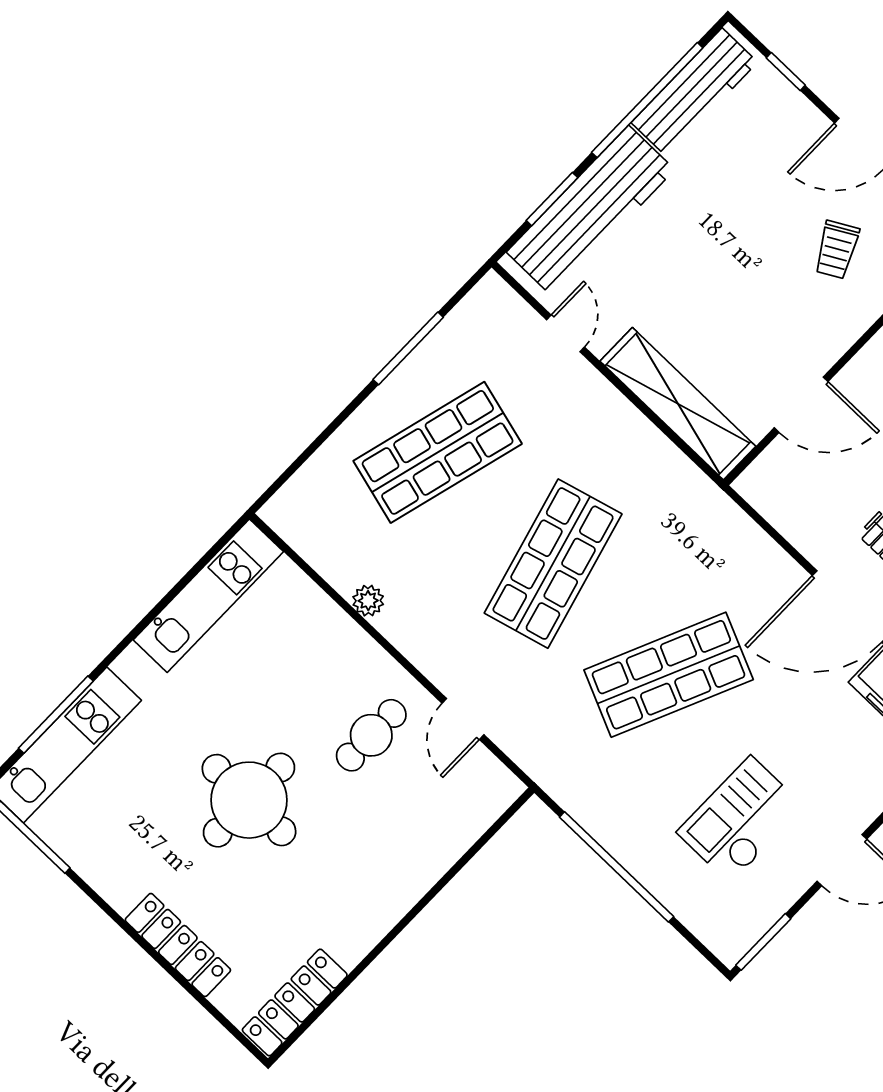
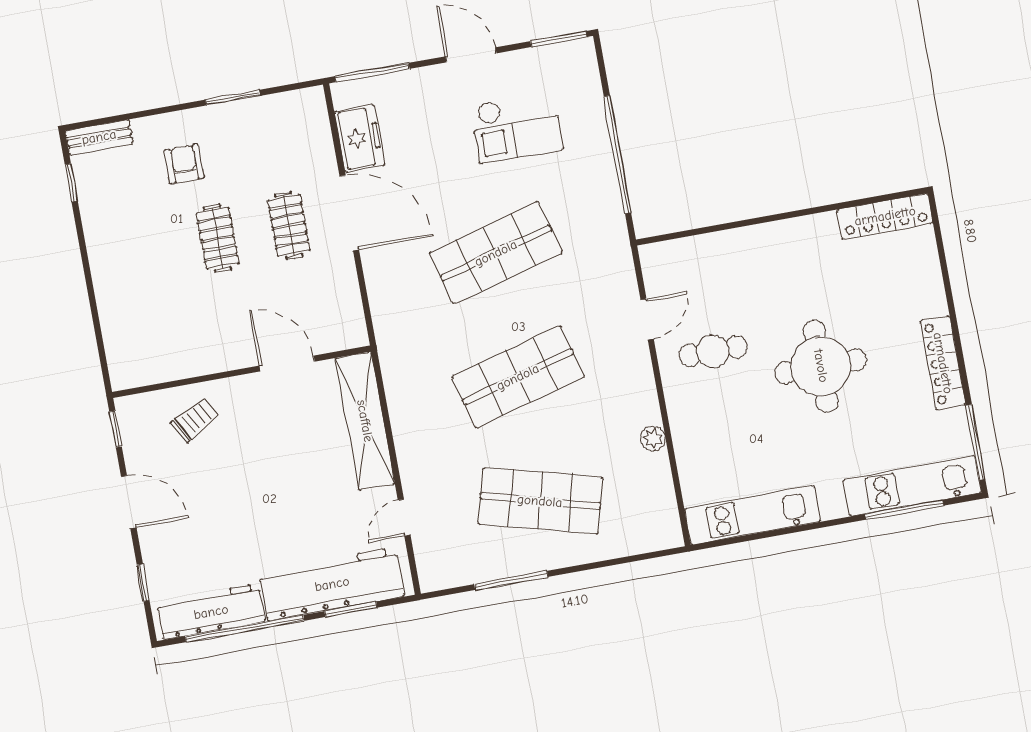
trolley: (837, 250) -> (195, 420), moved
shop shelf: (669, 675) -> (496, 253), turned -39
locker: (178, 945) -> (943, 363), moved

